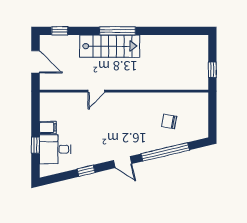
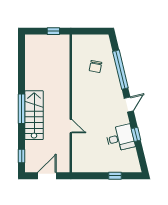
filing cabinet: (48, 127) -> (100, 166), removed
desk: (55, 149) -> (120, 138), moved, turned -103

